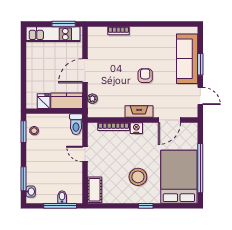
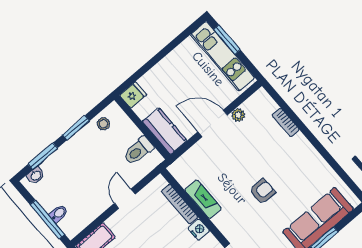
window: (64, 24) -> (227, 40), moved
plant: (92, 99) -> (238, 115), moved
fridge: (44, 101) -> (133, 95), moved
fireplace: (139, 112) -> (203, 199), moved
toilet: (76, 124) -> (138, 151), moved
window: (23, 132) -> (76, 128), moved

